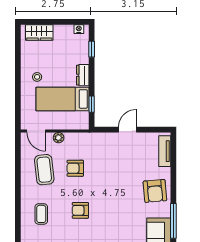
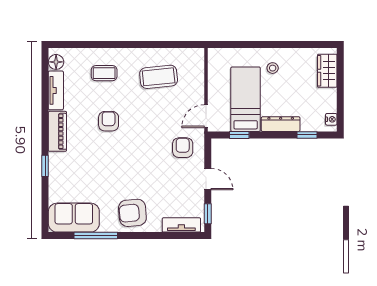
dresser: (83, 75) -> (281, 124), width x1.44
window: (156, 130) -> (208, 214), added
door: (36, 131) -> (206, 116), moved
plant: (59, 138) -> (198, 94), removed
armchair: (75, 168) -> (183, 148), moved

